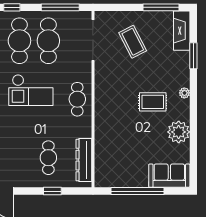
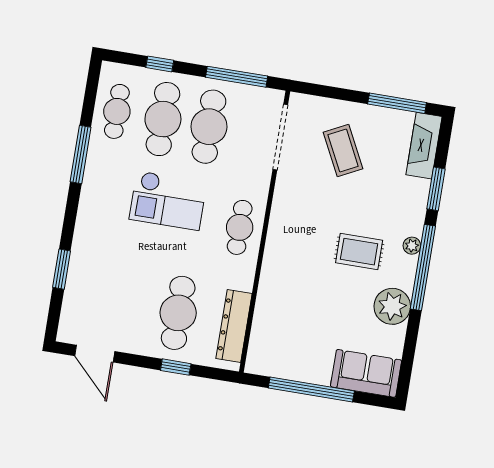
window: (193, 105) -> (423, 267), added
cafe table: (48, 158) -> (178, 313), width x1.37, depth x1.35

